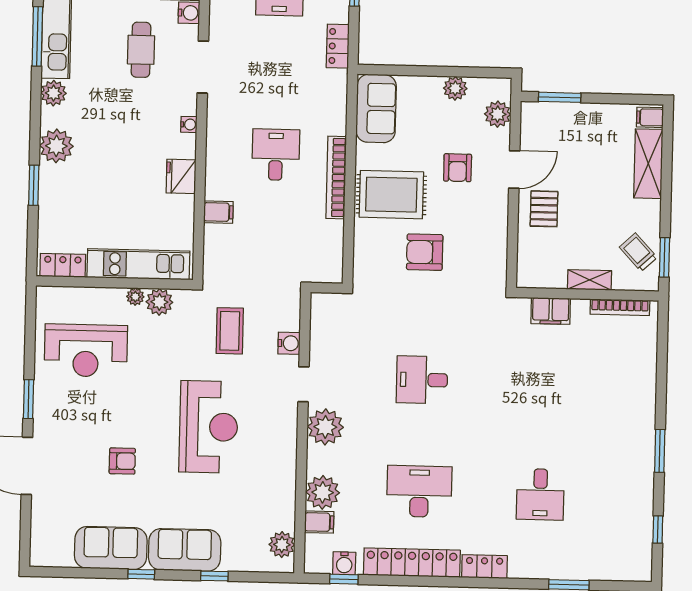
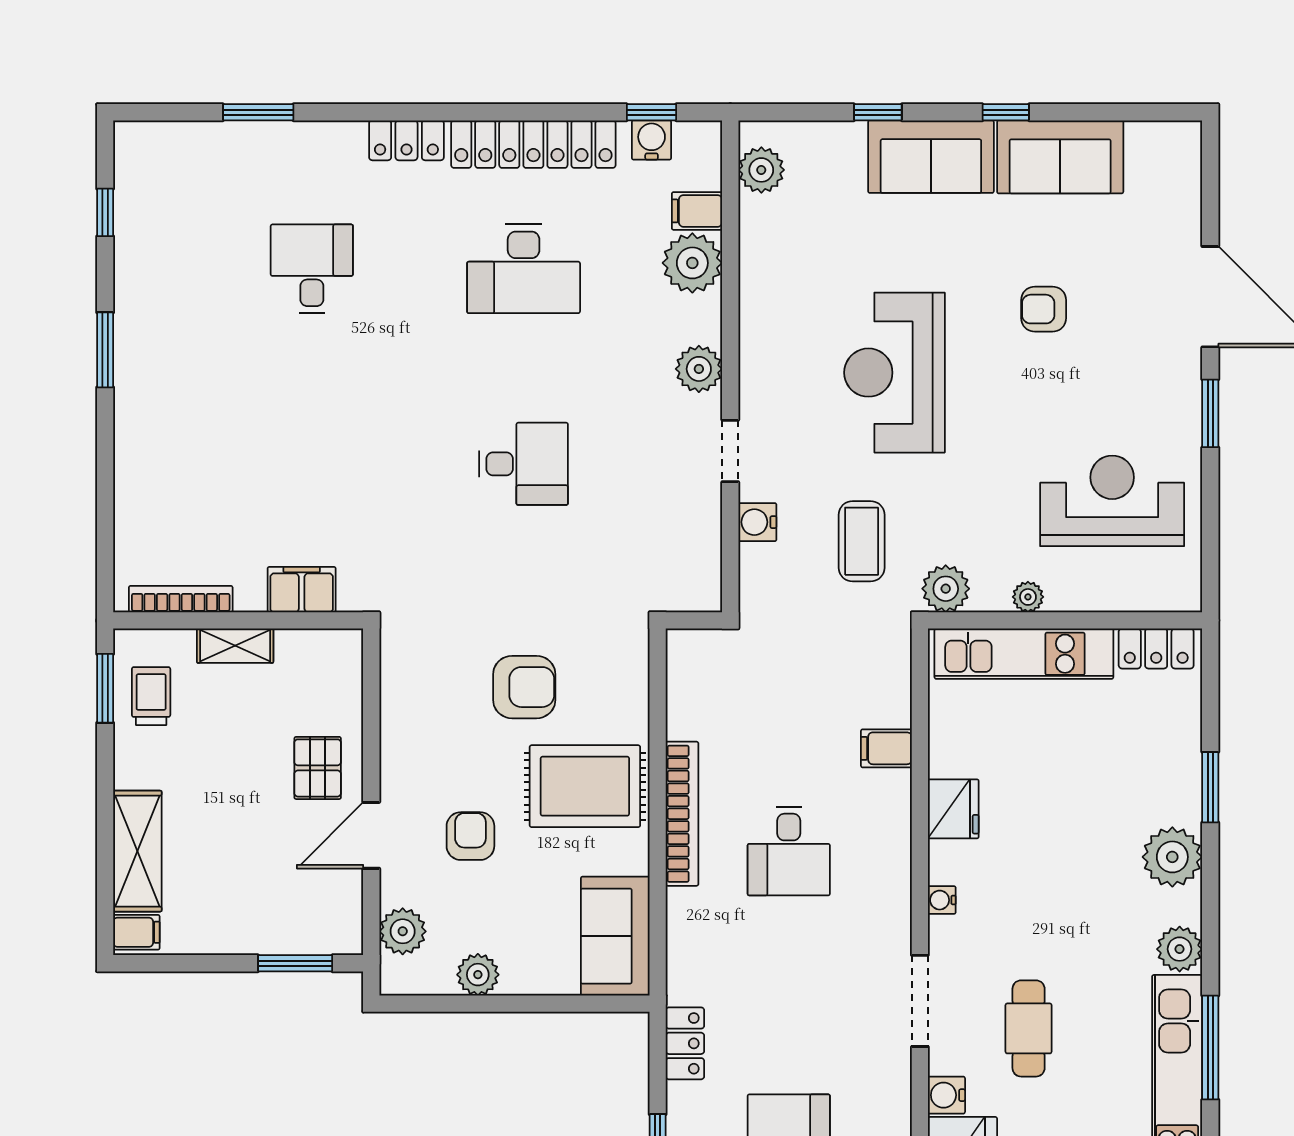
trolley: (638, 252) -> (151, 696), turned -137
plant: (159, 302) -> (946, 589), moved
plant: (325, 427) -> (699, 369), width x0.73, depth x0.73

